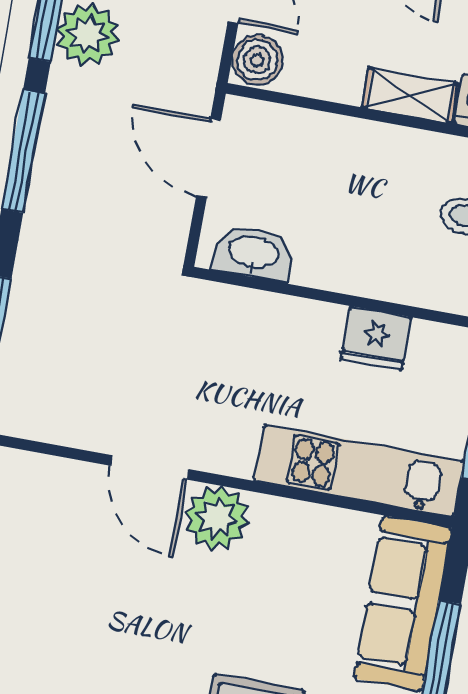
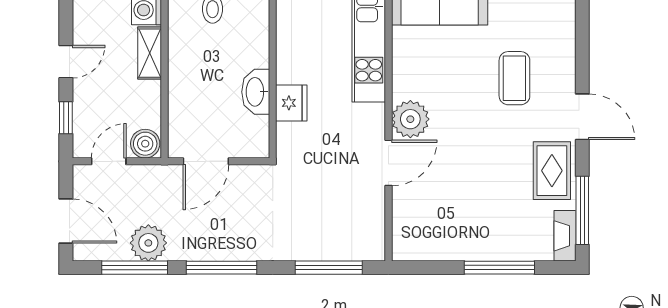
washbasin: (254, 253) -> (256, 92), moved
fridge: (376, 338) -> (291, 103), moved

